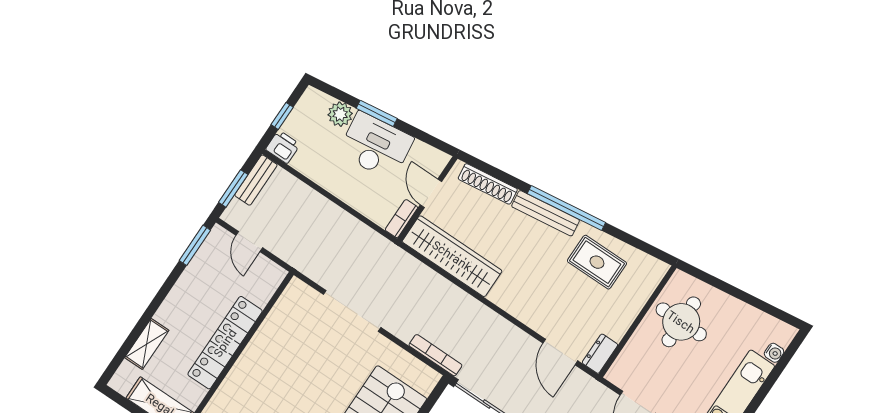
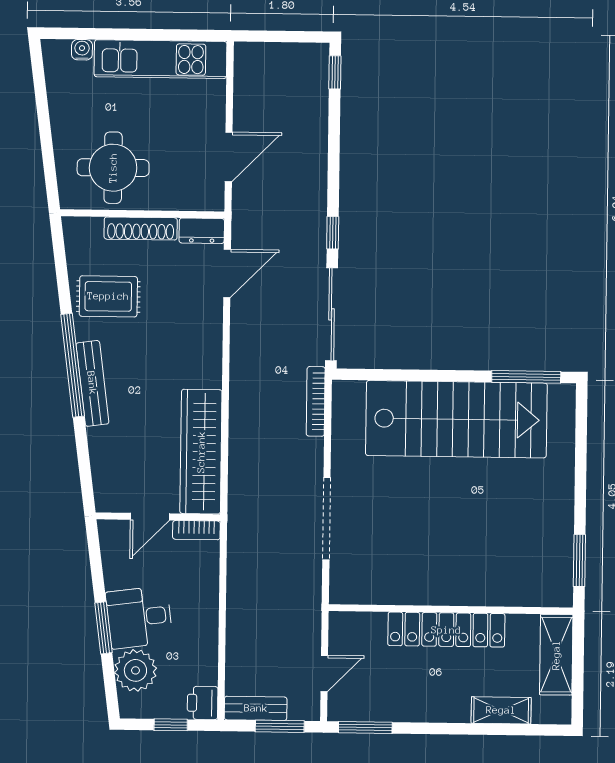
plant: (340, 114) -> (135, 670), width x1.36, depth x1.36
desk: (376, 146) -> (139, 617), width x0.73
shoe rack: (488, 184) -> (141, 228), moved, turned 97
rug: (597, 262) -> (108, 296), turned 90

